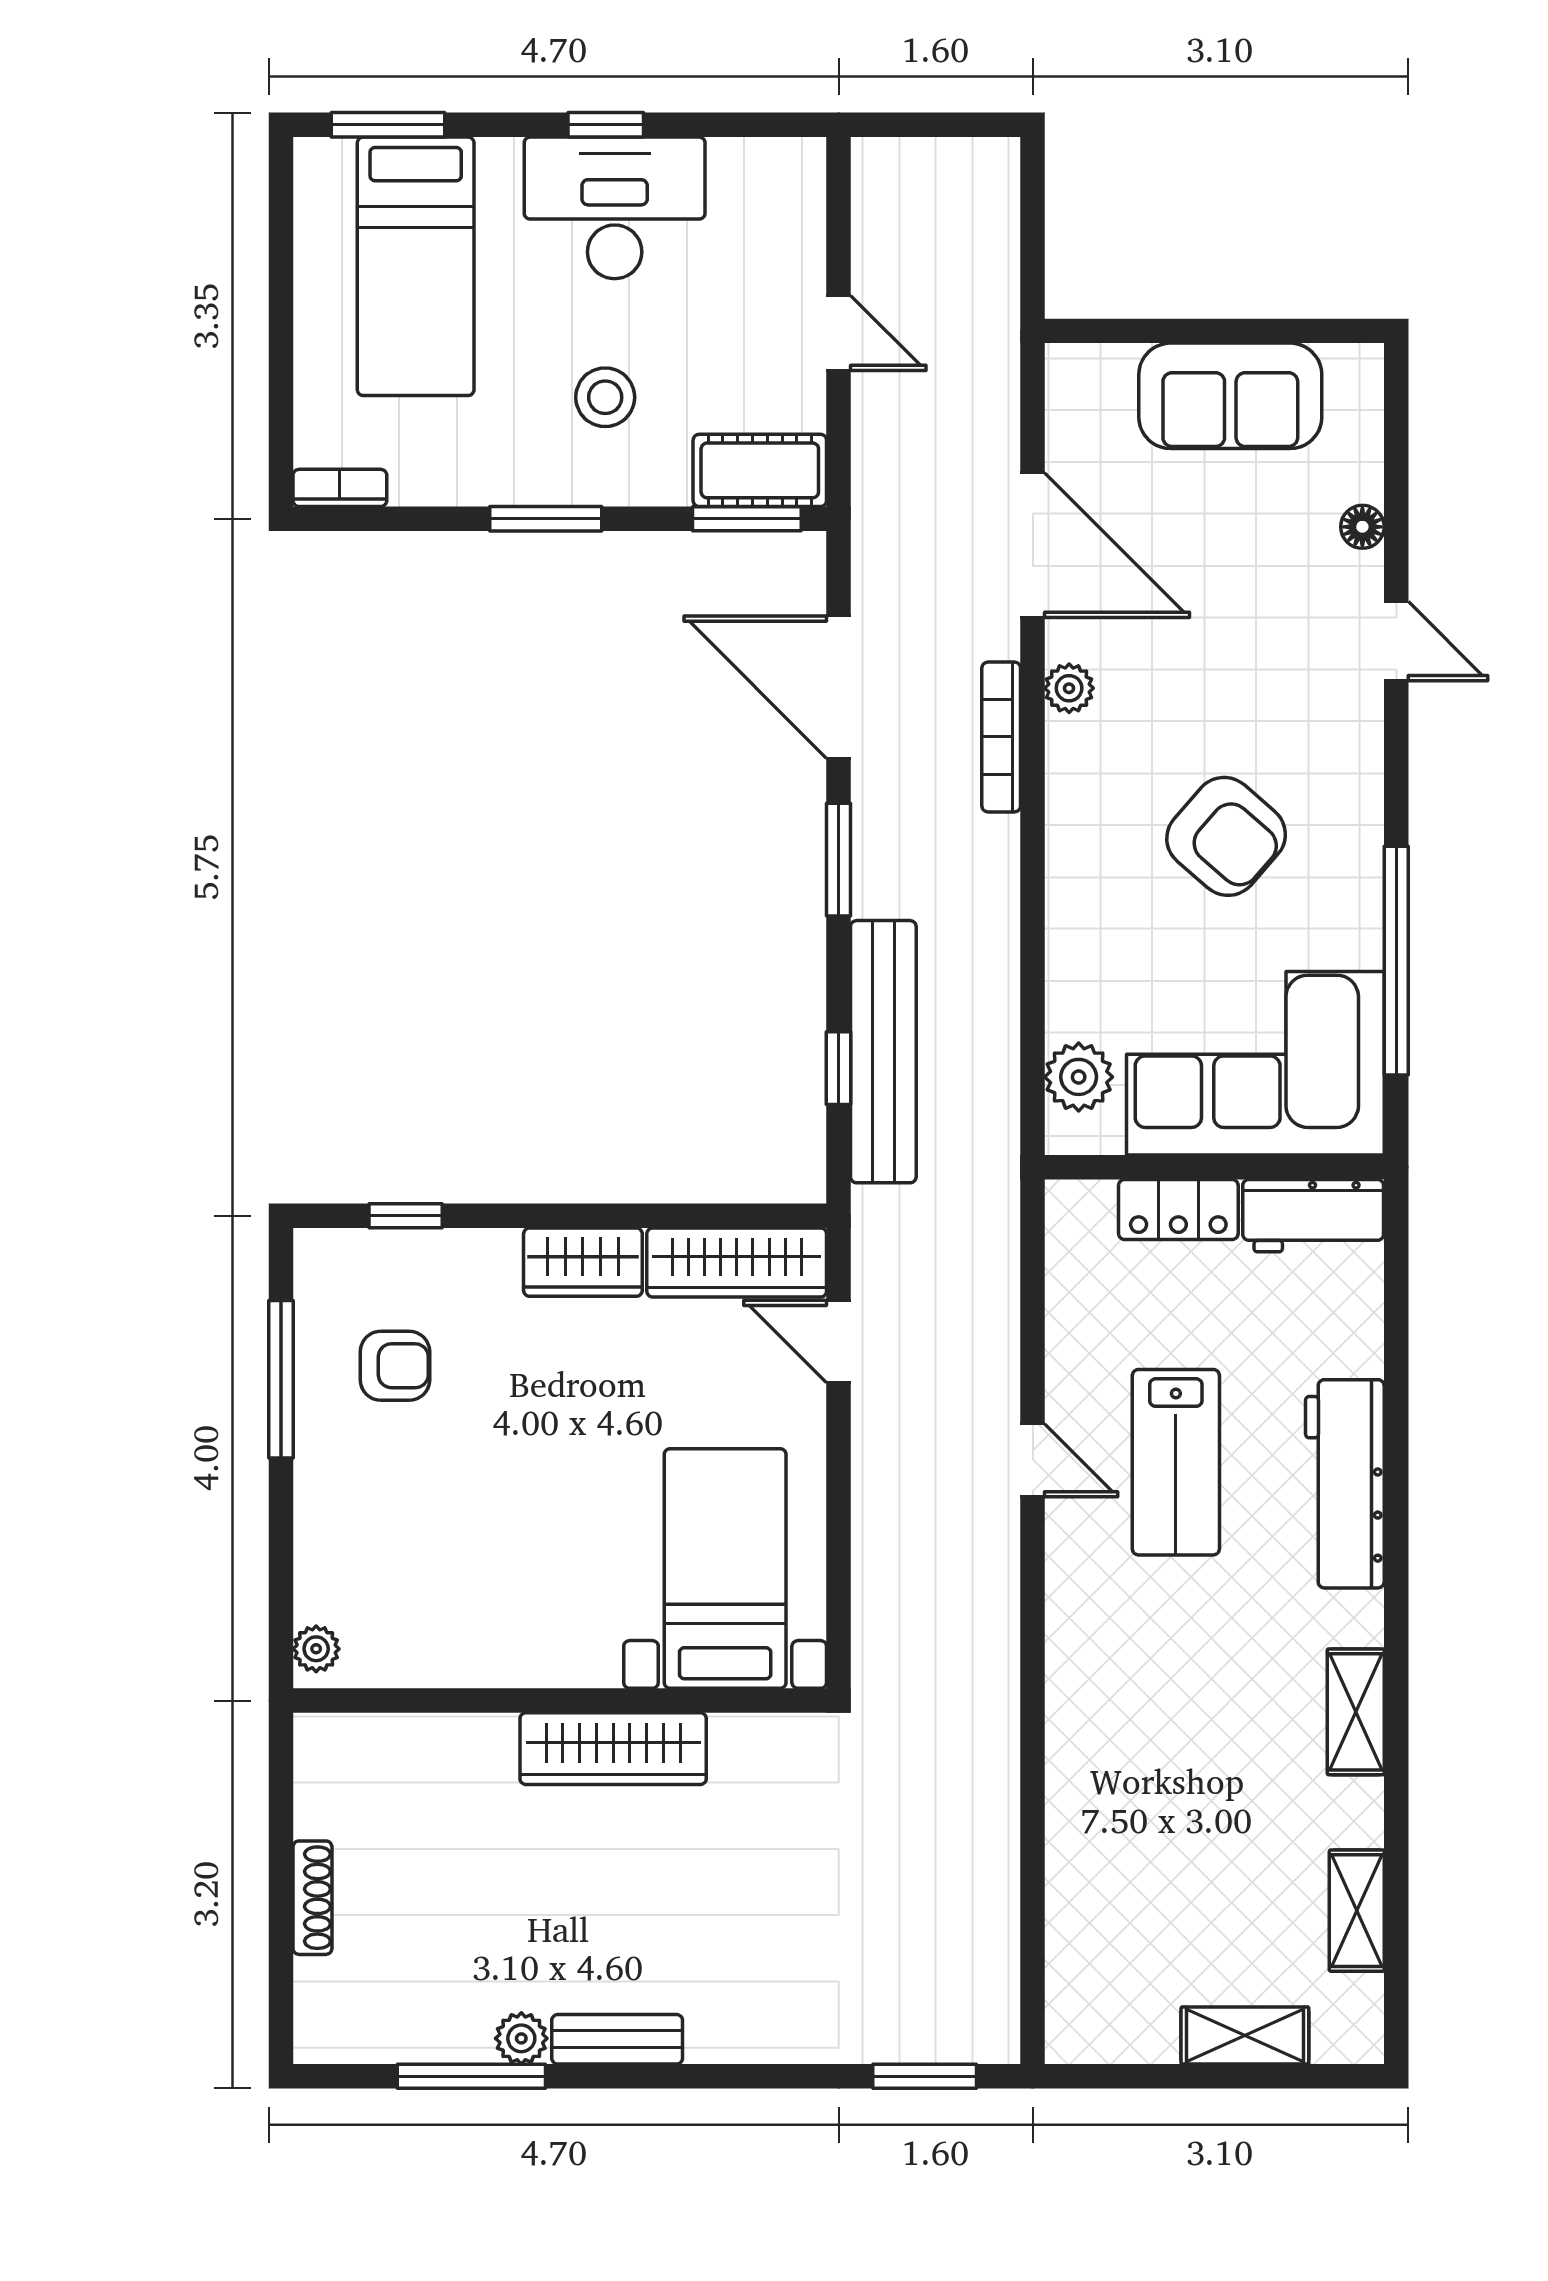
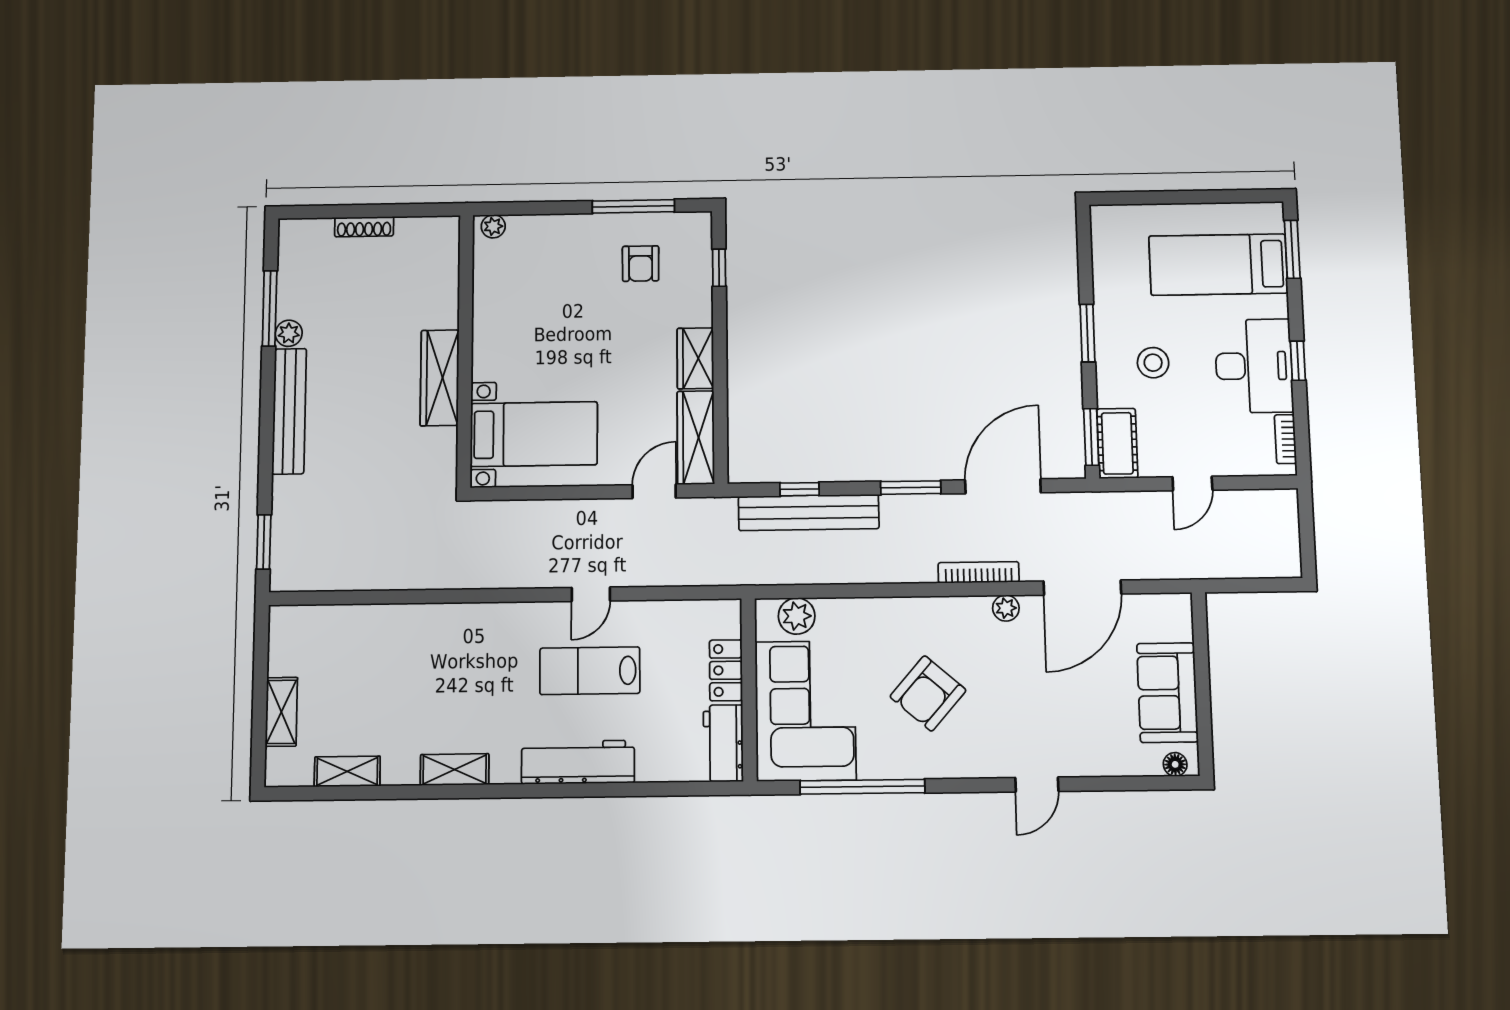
bookcase: (340, 488) -> (1285, 439), moved, turned 180
floor lamp: (1362, 527) -> (1175, 764), moved
bench: (617, 2039) -> (289, 411), width x1.86, depth x1.21

